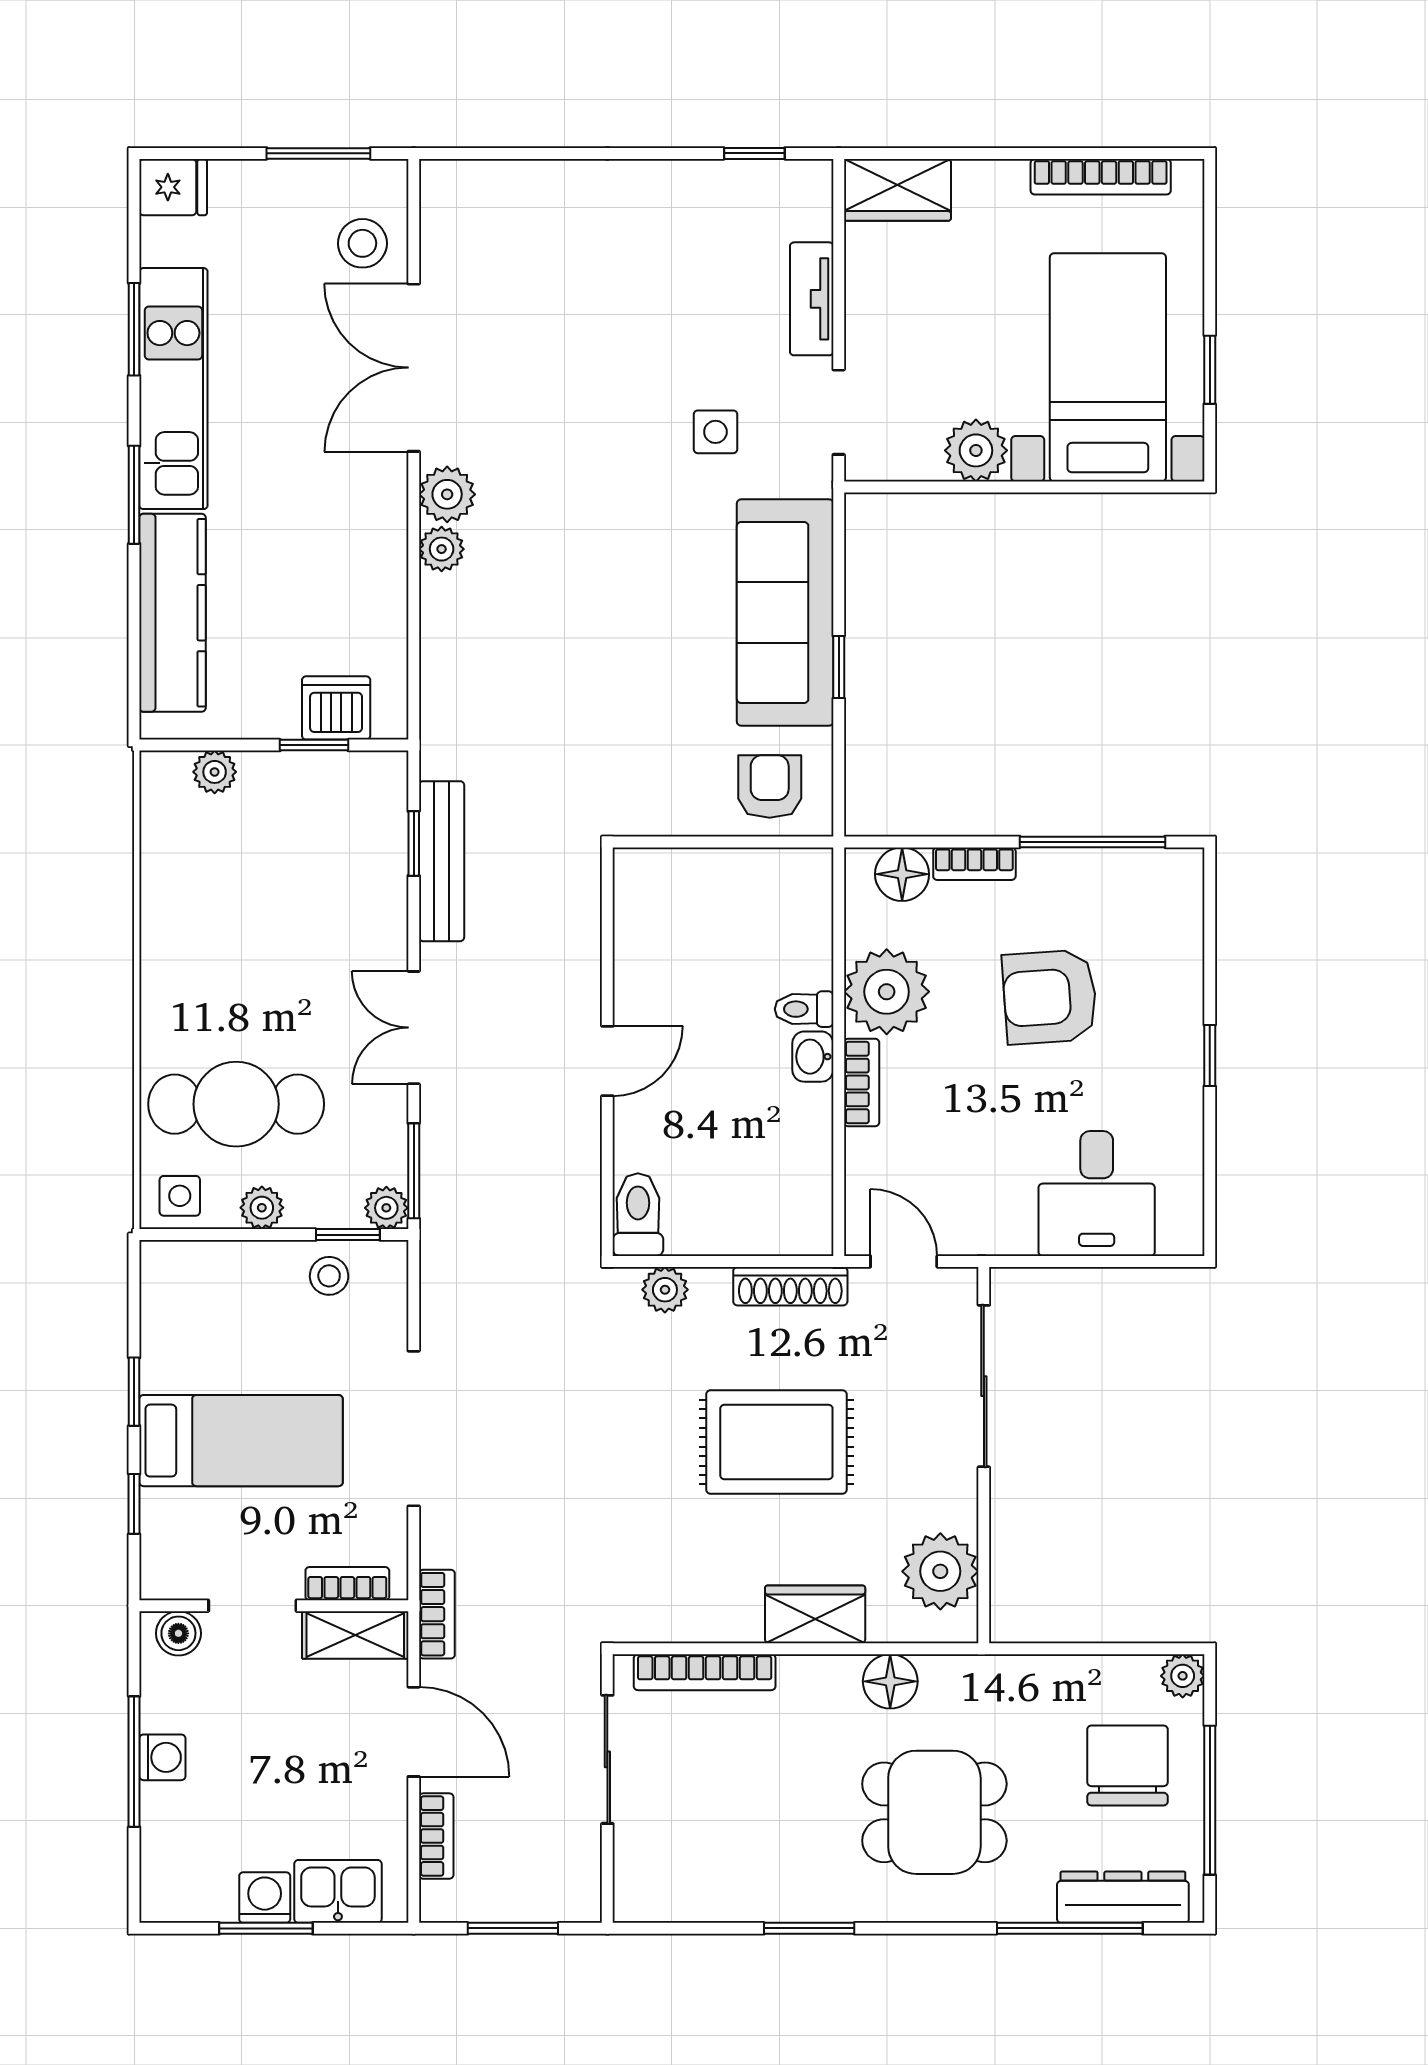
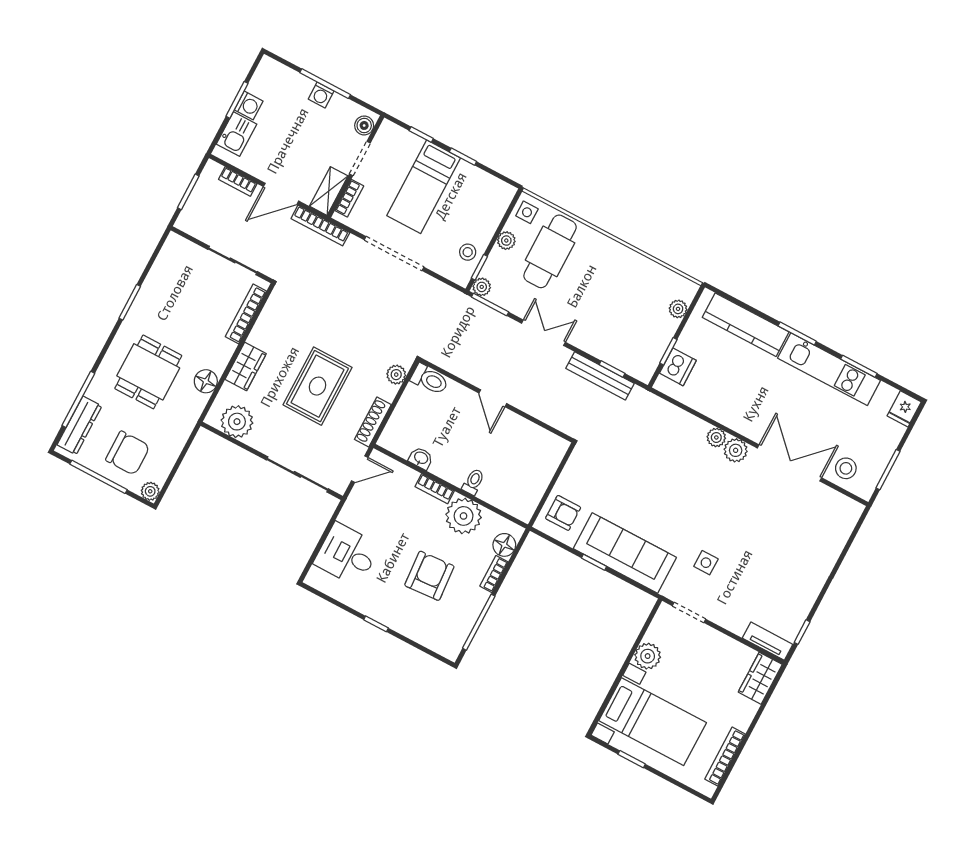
tv unit: (812, 299) -> (768, 641), moved
washbasin: (813, 1057) -> (421, 458), moved
bookcase: (437, 1614) -> (320, 226), width x1.56

